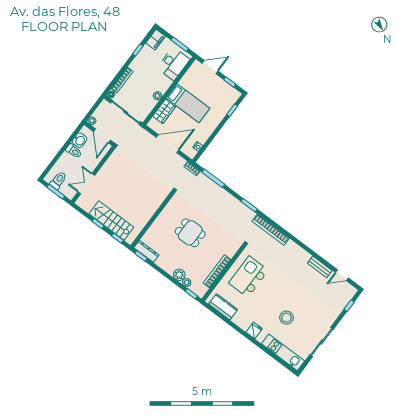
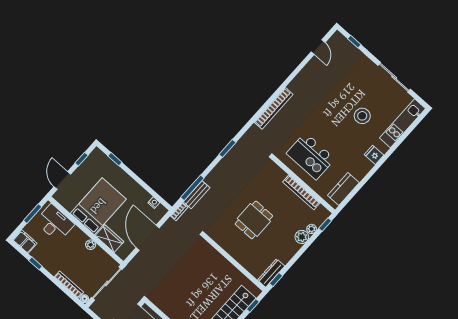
bed: (188, 103) -> (98, 206), width x1.50
bookcase: (271, 230) -> (274, 108), moved
bench: (320, 267) -> (197, 195), moved

